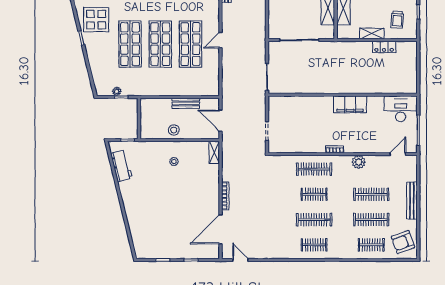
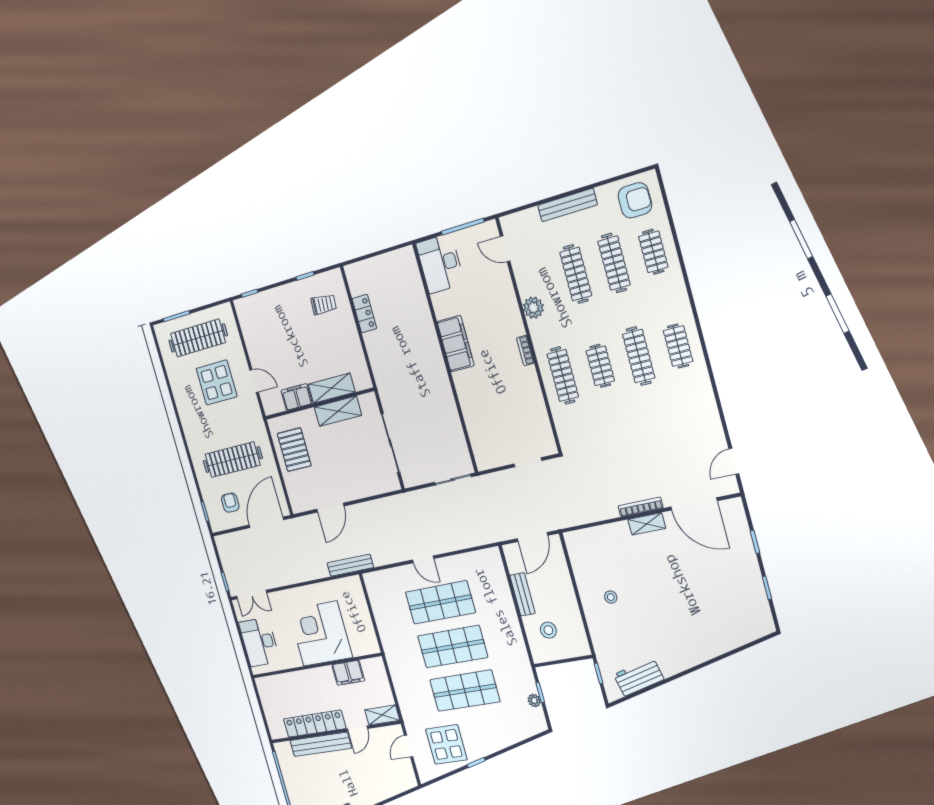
shelving: (372, 33) -> (352, 337), removed
stool: (174, 130) -> (548, 630), moved
shelving: (214, 152) -> (647, 524), moved
armchair: (403, 242) -> (635, 200), turned -70

